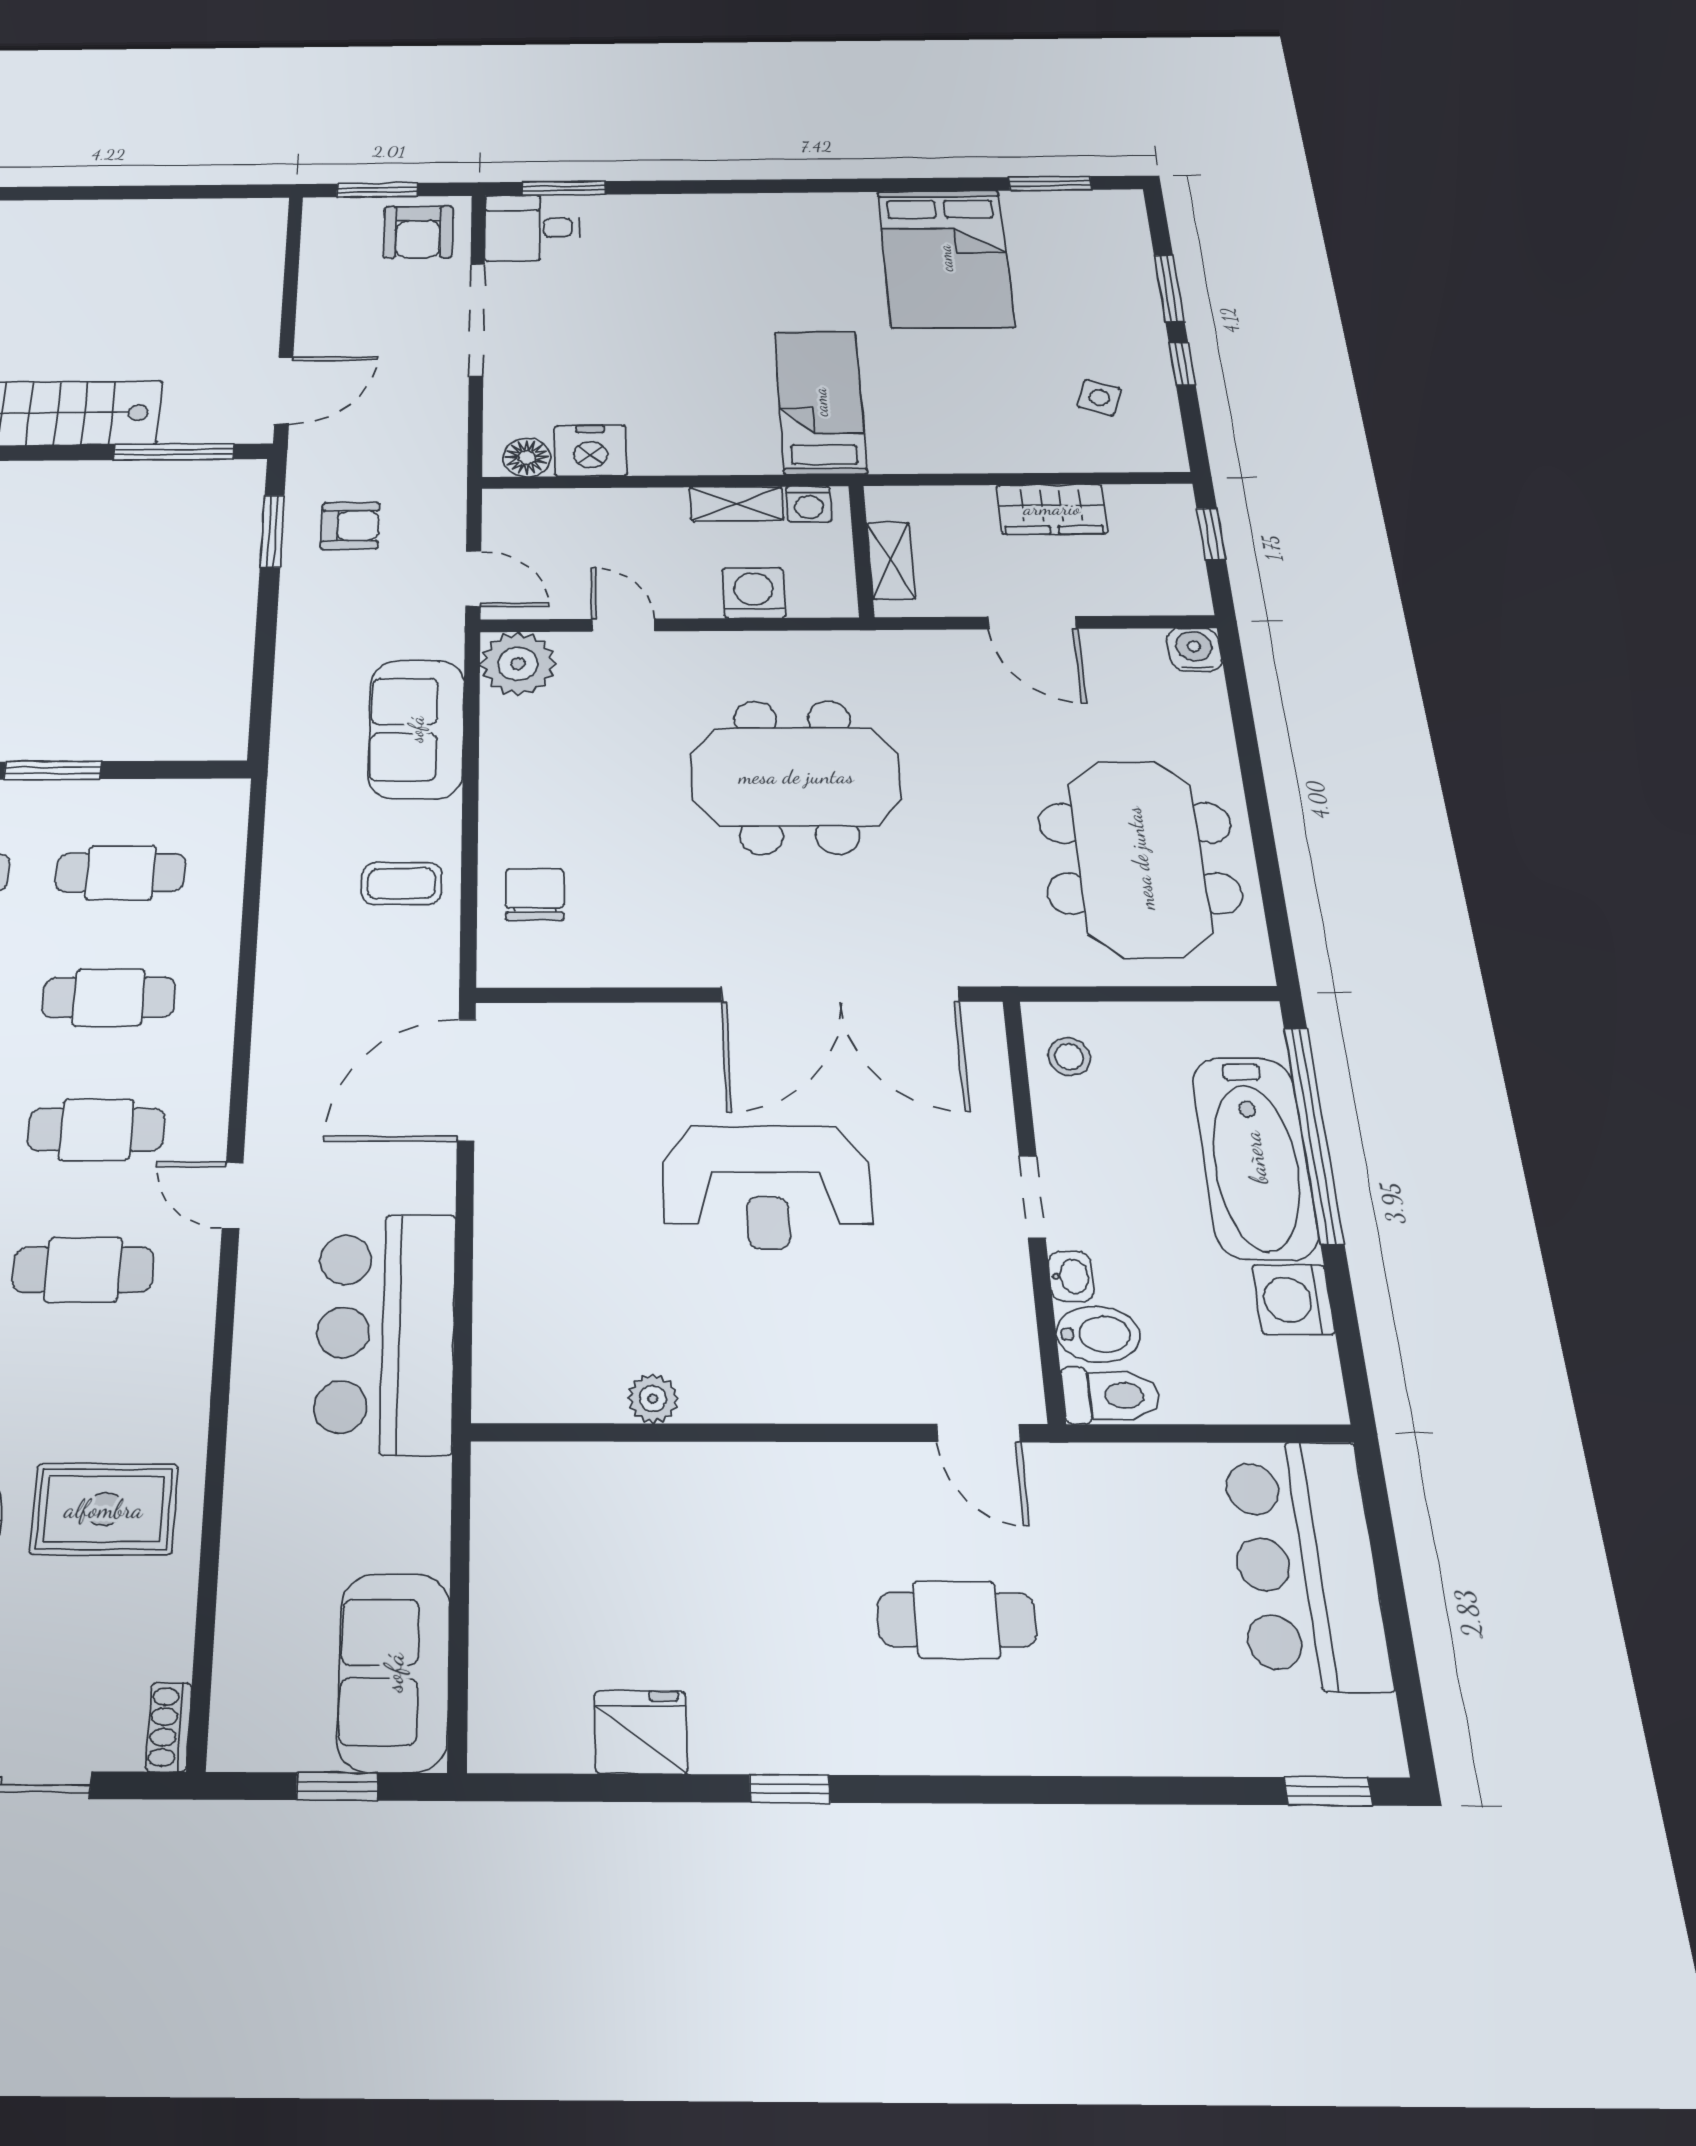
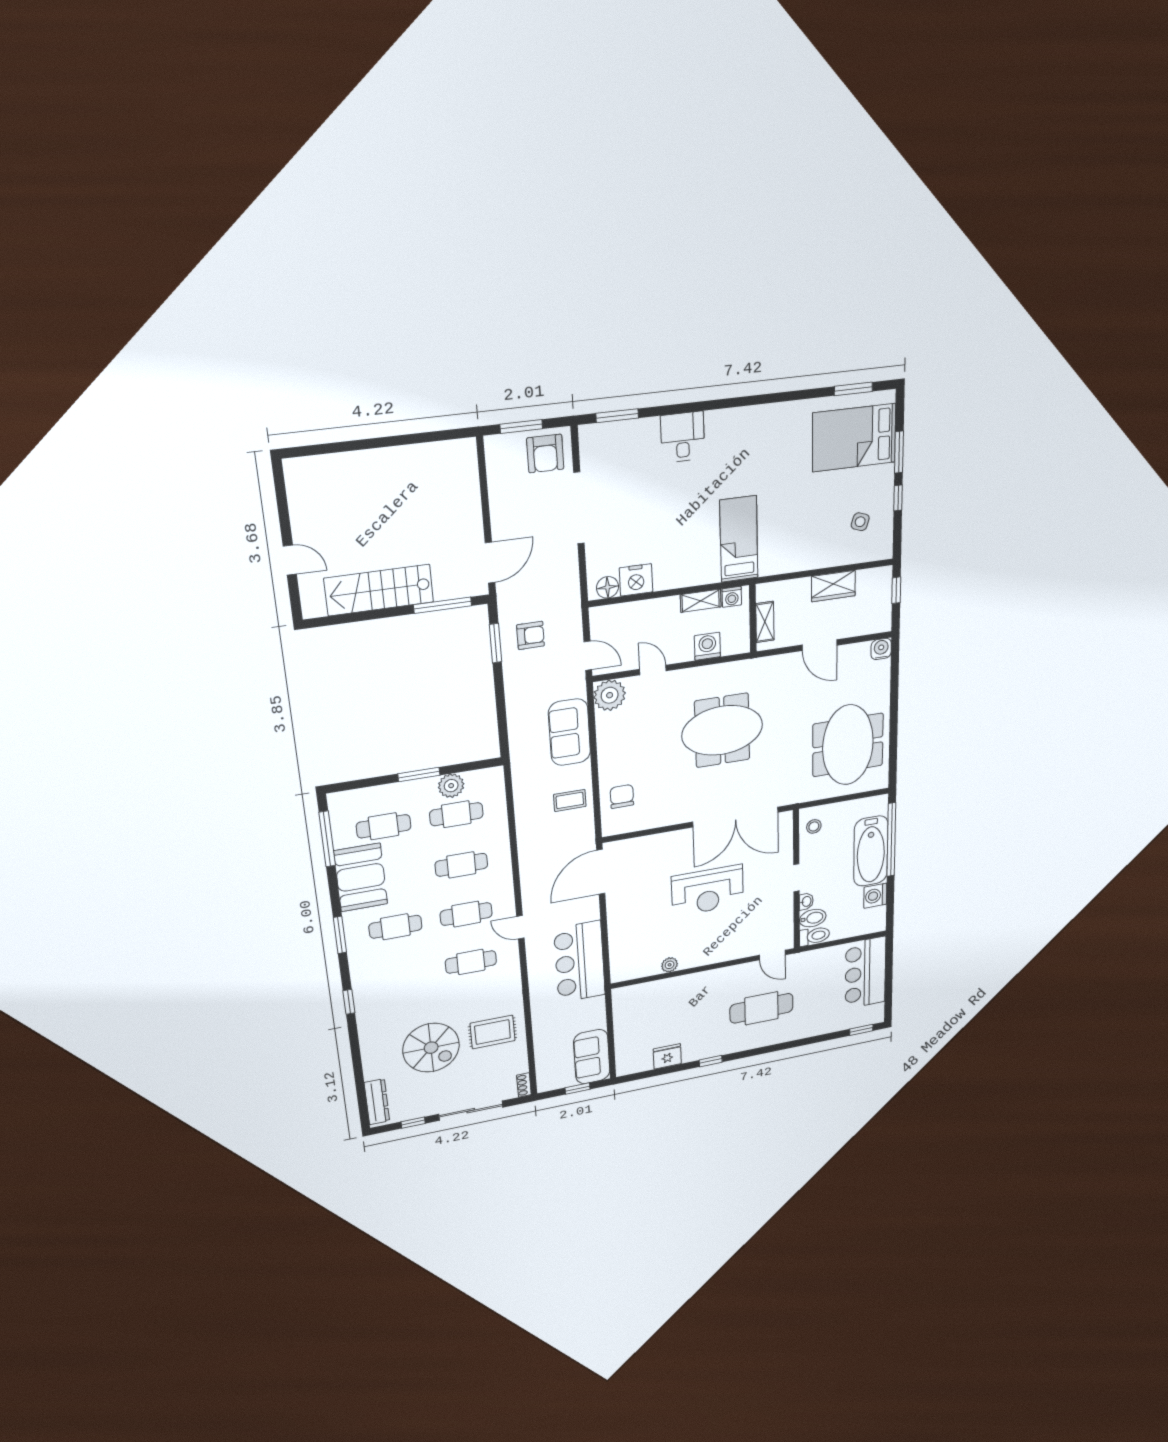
desk: (532, 228) -> (683, 437), moved, turned 90
bed: (945, 258) -> (854, 438), moved, turned 90
plant: (121, 806) -> (451, 786), added
cafe table: (957, 1620) -> (762, 1008), width x1.37, depth x1.35

